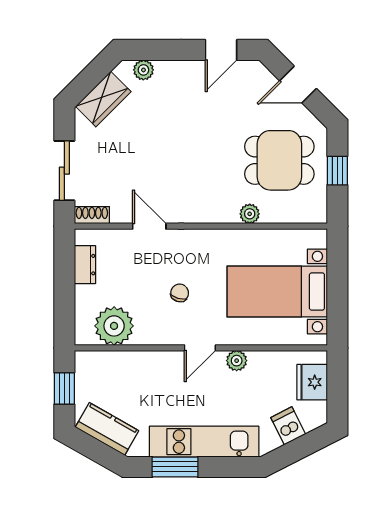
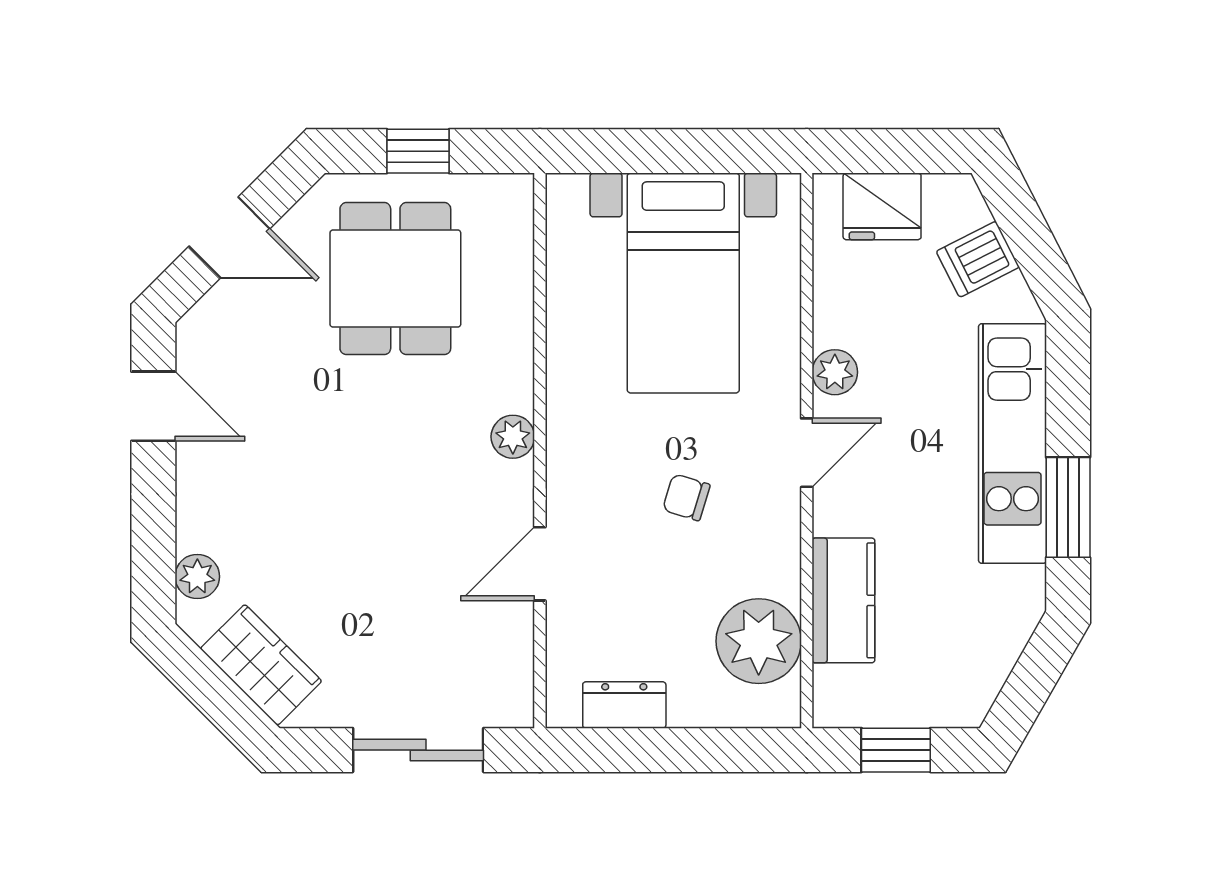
door: (298, 85) -> (229, 237), hinge flipped
plant: (250, 214) -> (513, 437), moved
shoe rack: (92, 215) -> (516, 690), removed
door: (200, 348) -> (807, 453), hinge flipped
kitchen counter: (107, 429) -> (843, 600), moved, turned 150

